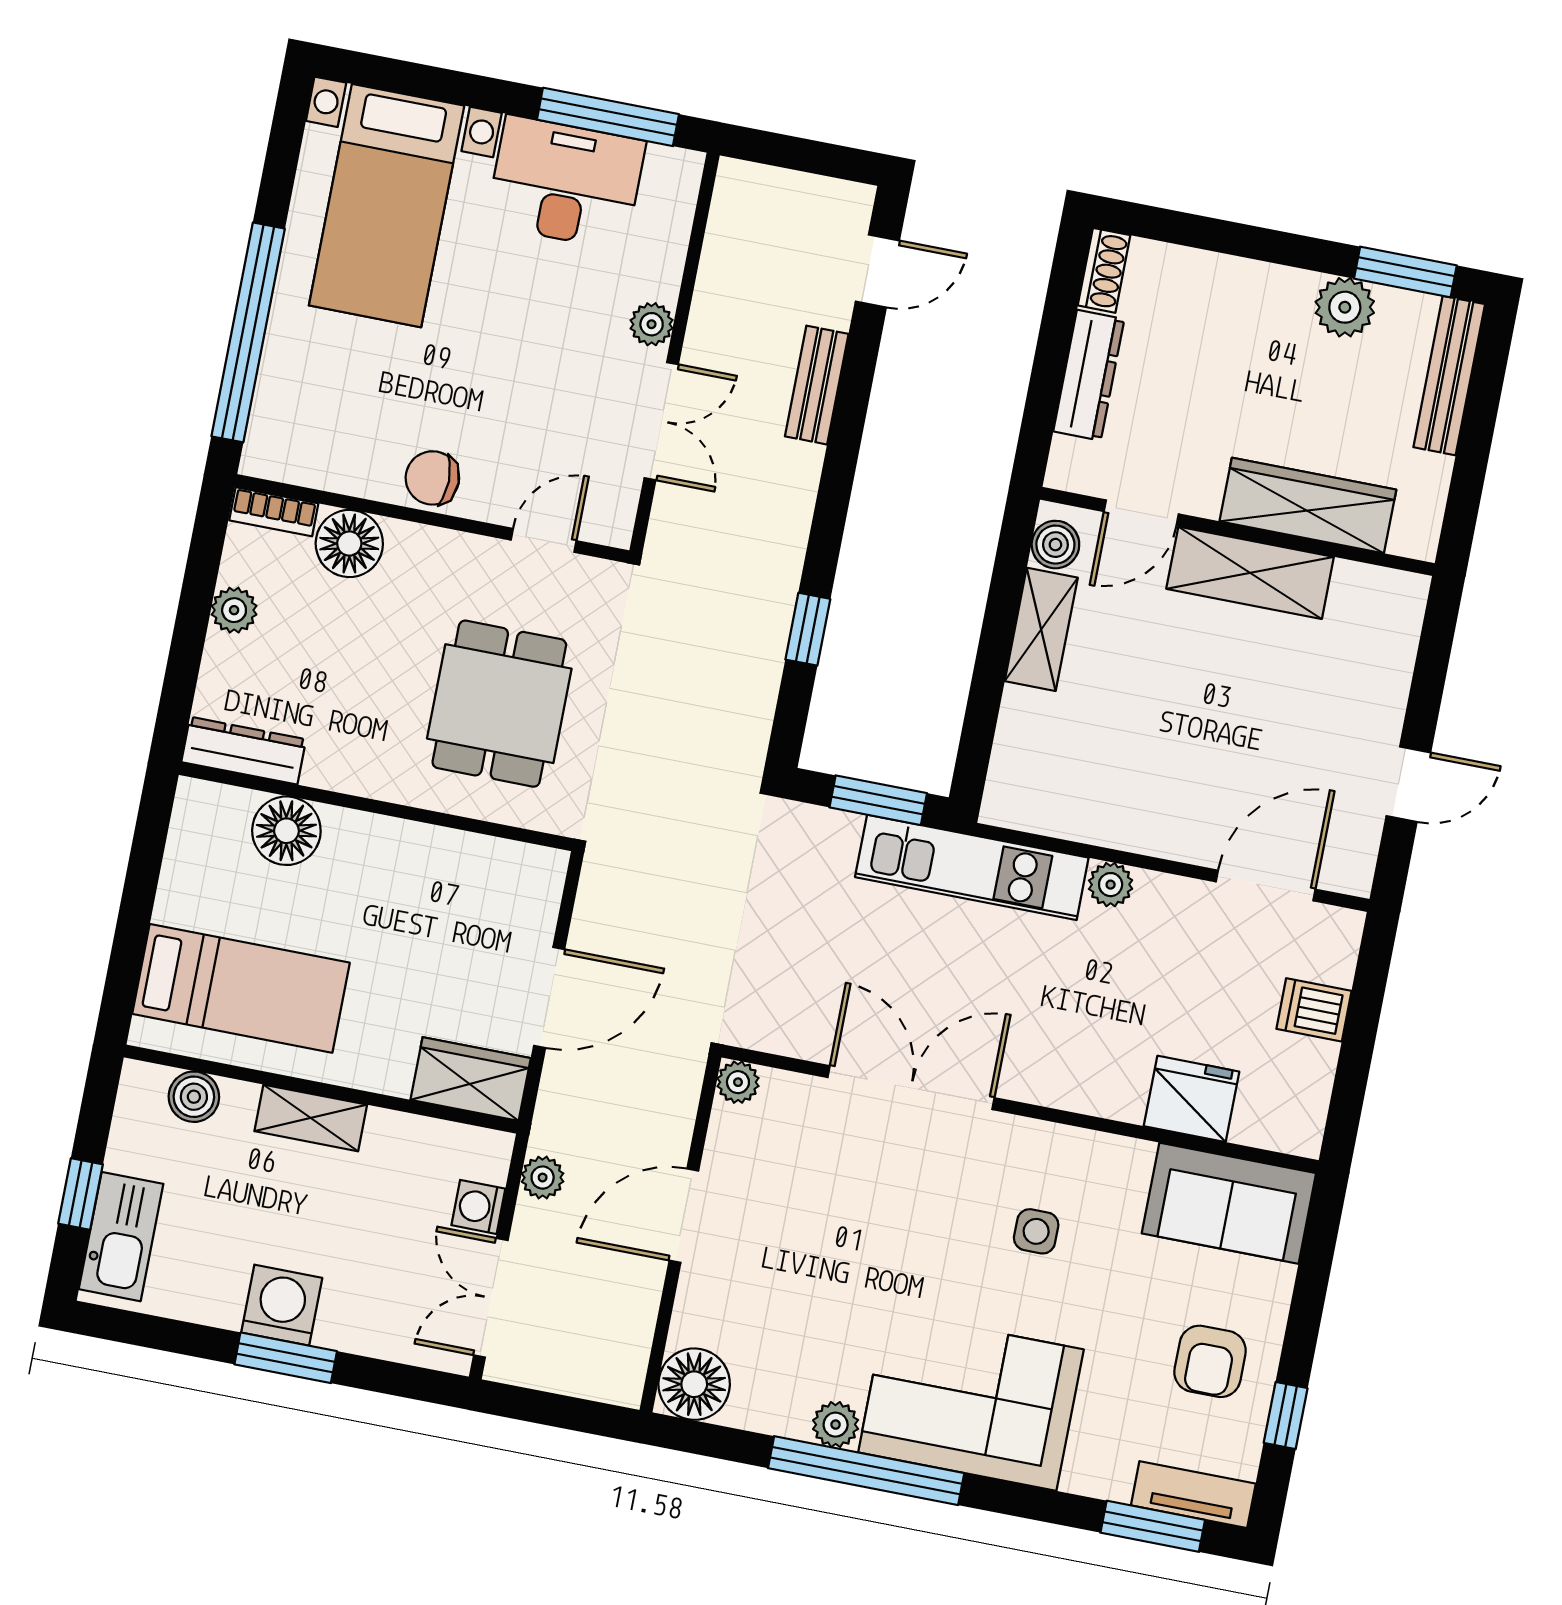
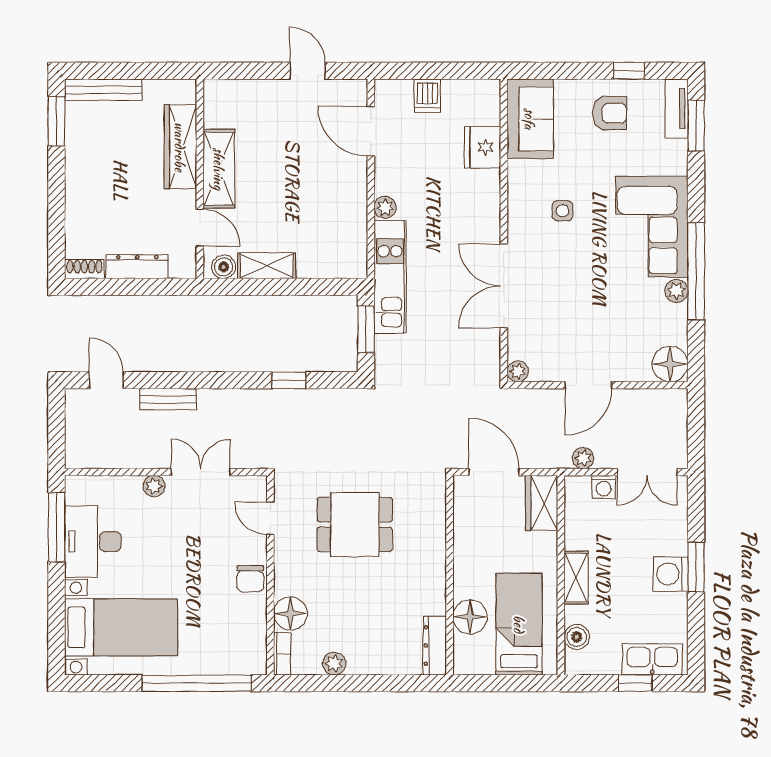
plant: (1345, 307) -> (80, 147), removed
dresser: (244, 751) -> (435, 646), moved
wall: (376, 807) -> (450, 575), moved
floor lamp: (286, 831) -> (470, 617), moved
door: (684, 1216) -> (588, 385), hinge flipped

